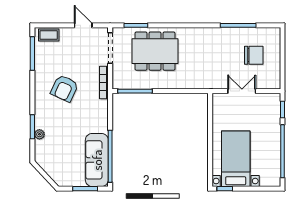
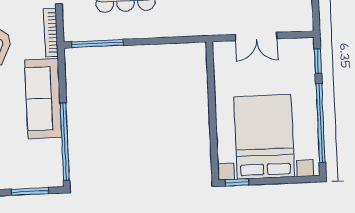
double door: (242, 91) -> (256, 37), swing flipped
bed with nightstands: (236, 159) -> (264, 137), width x1.36
sofa: (97, 160) -> (43, 99), moved

